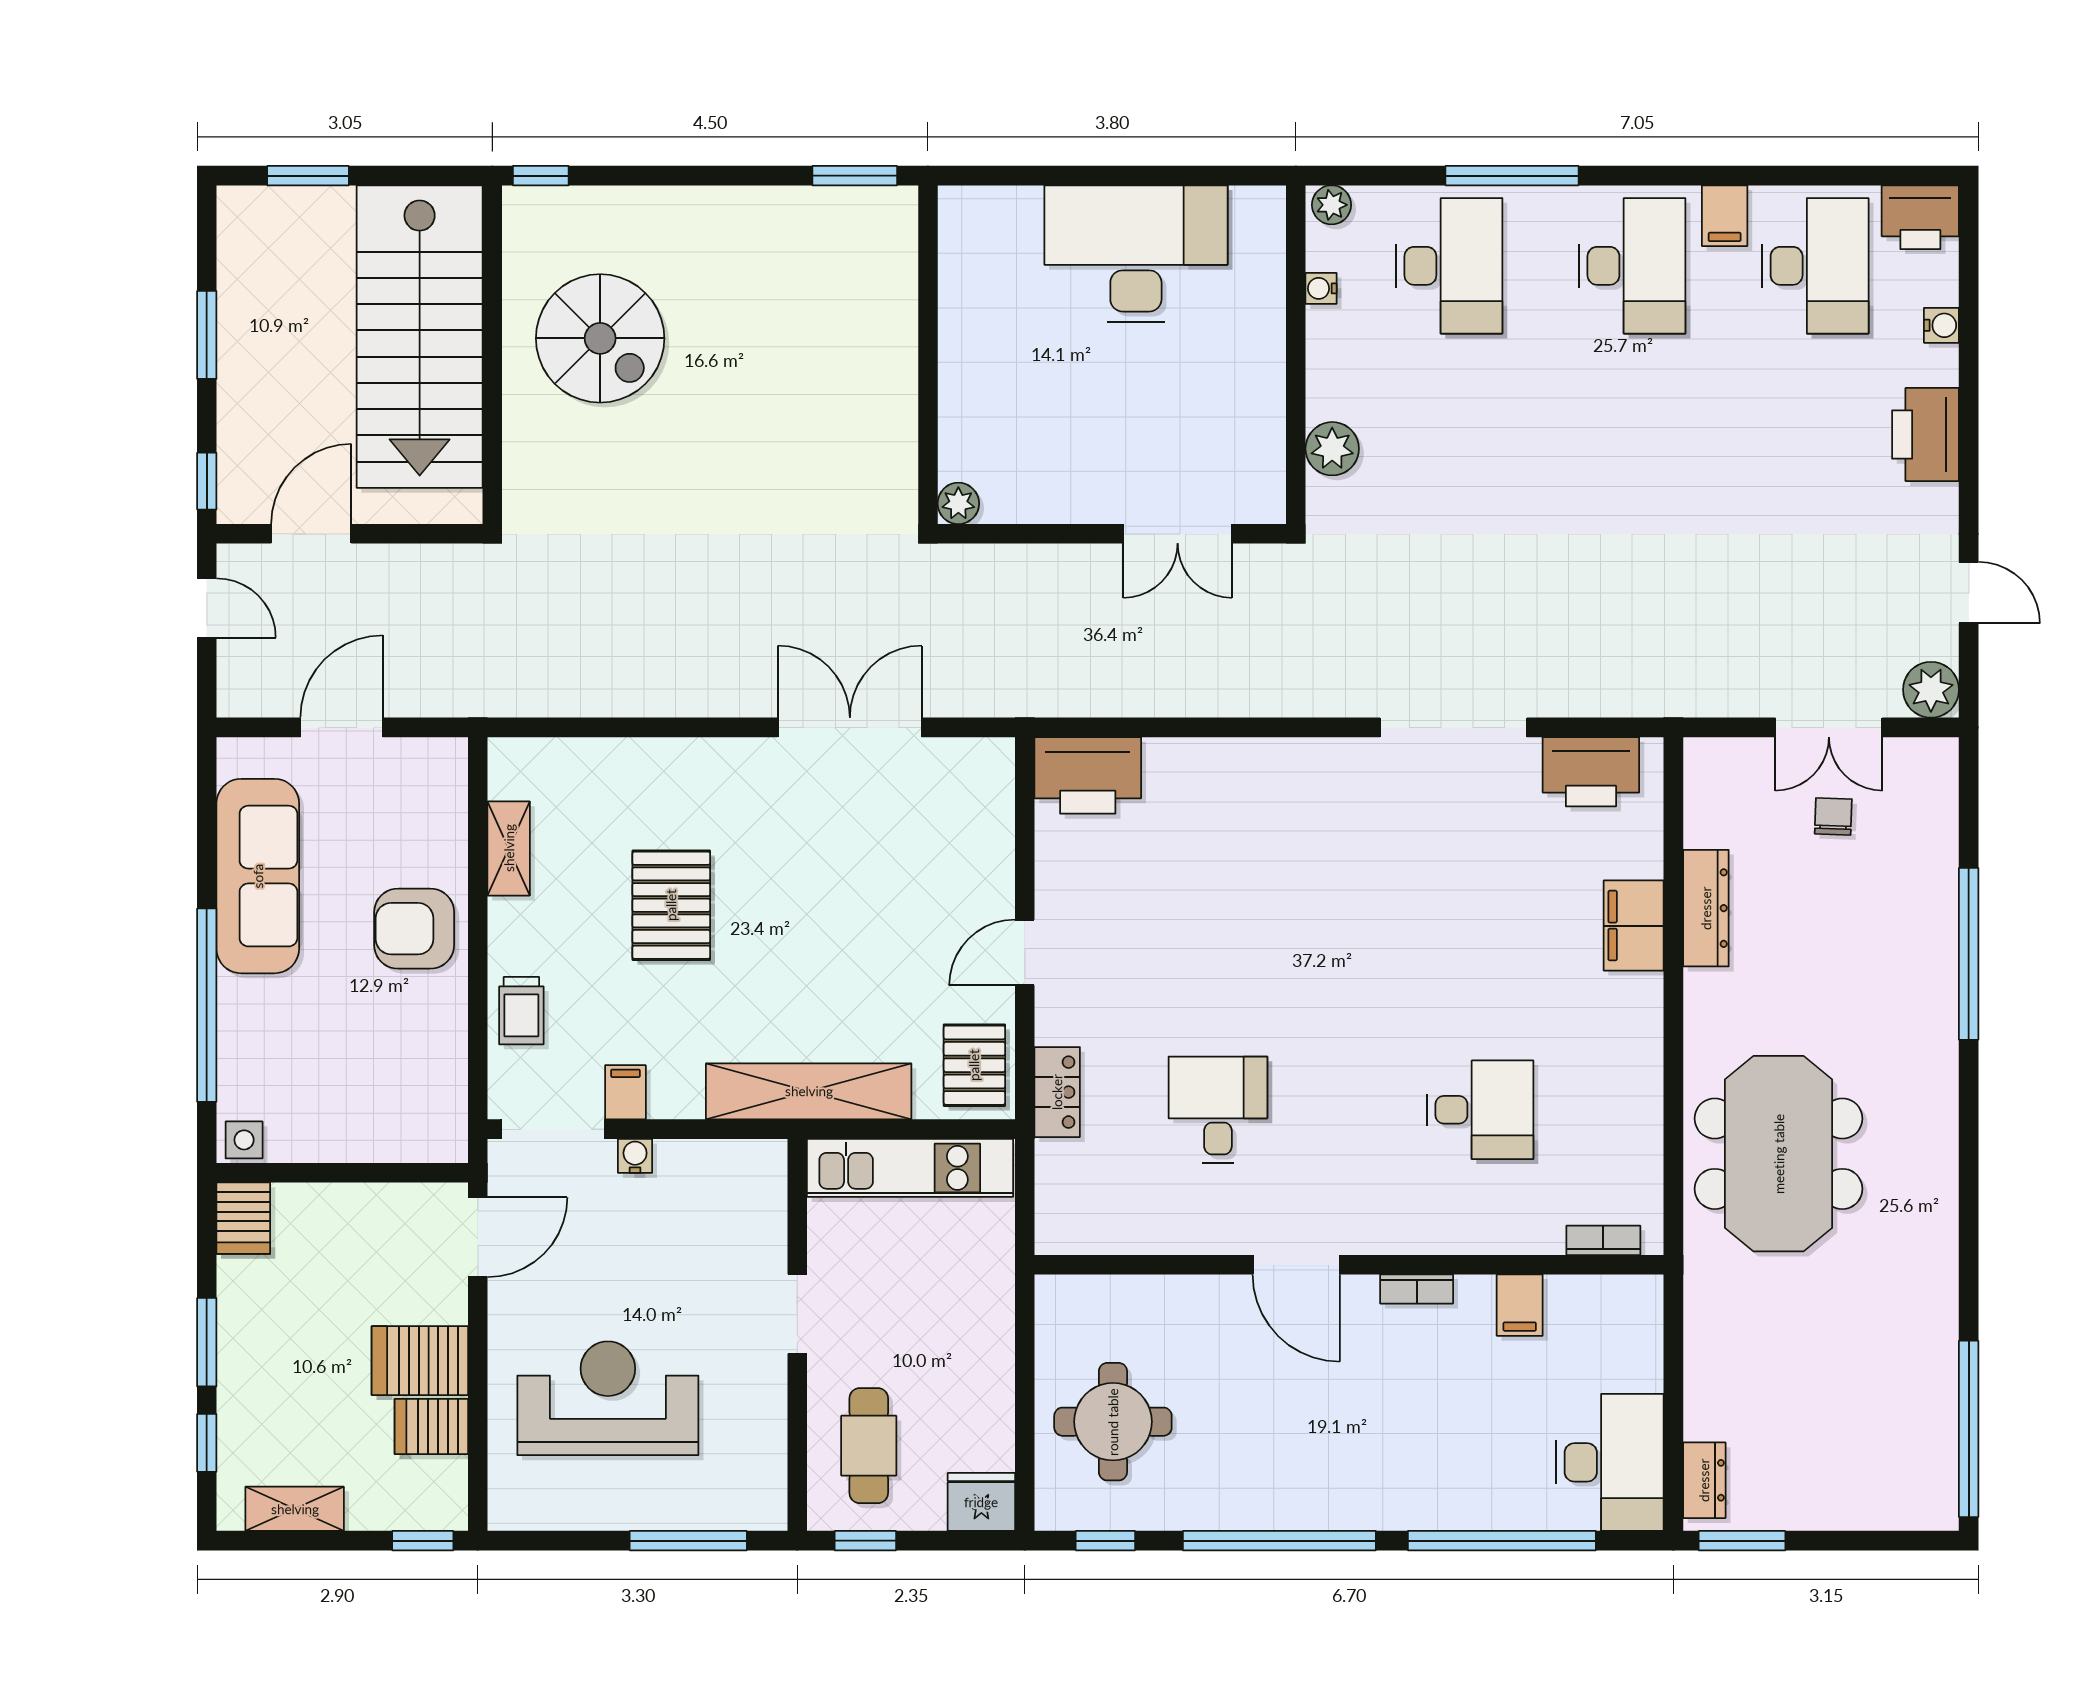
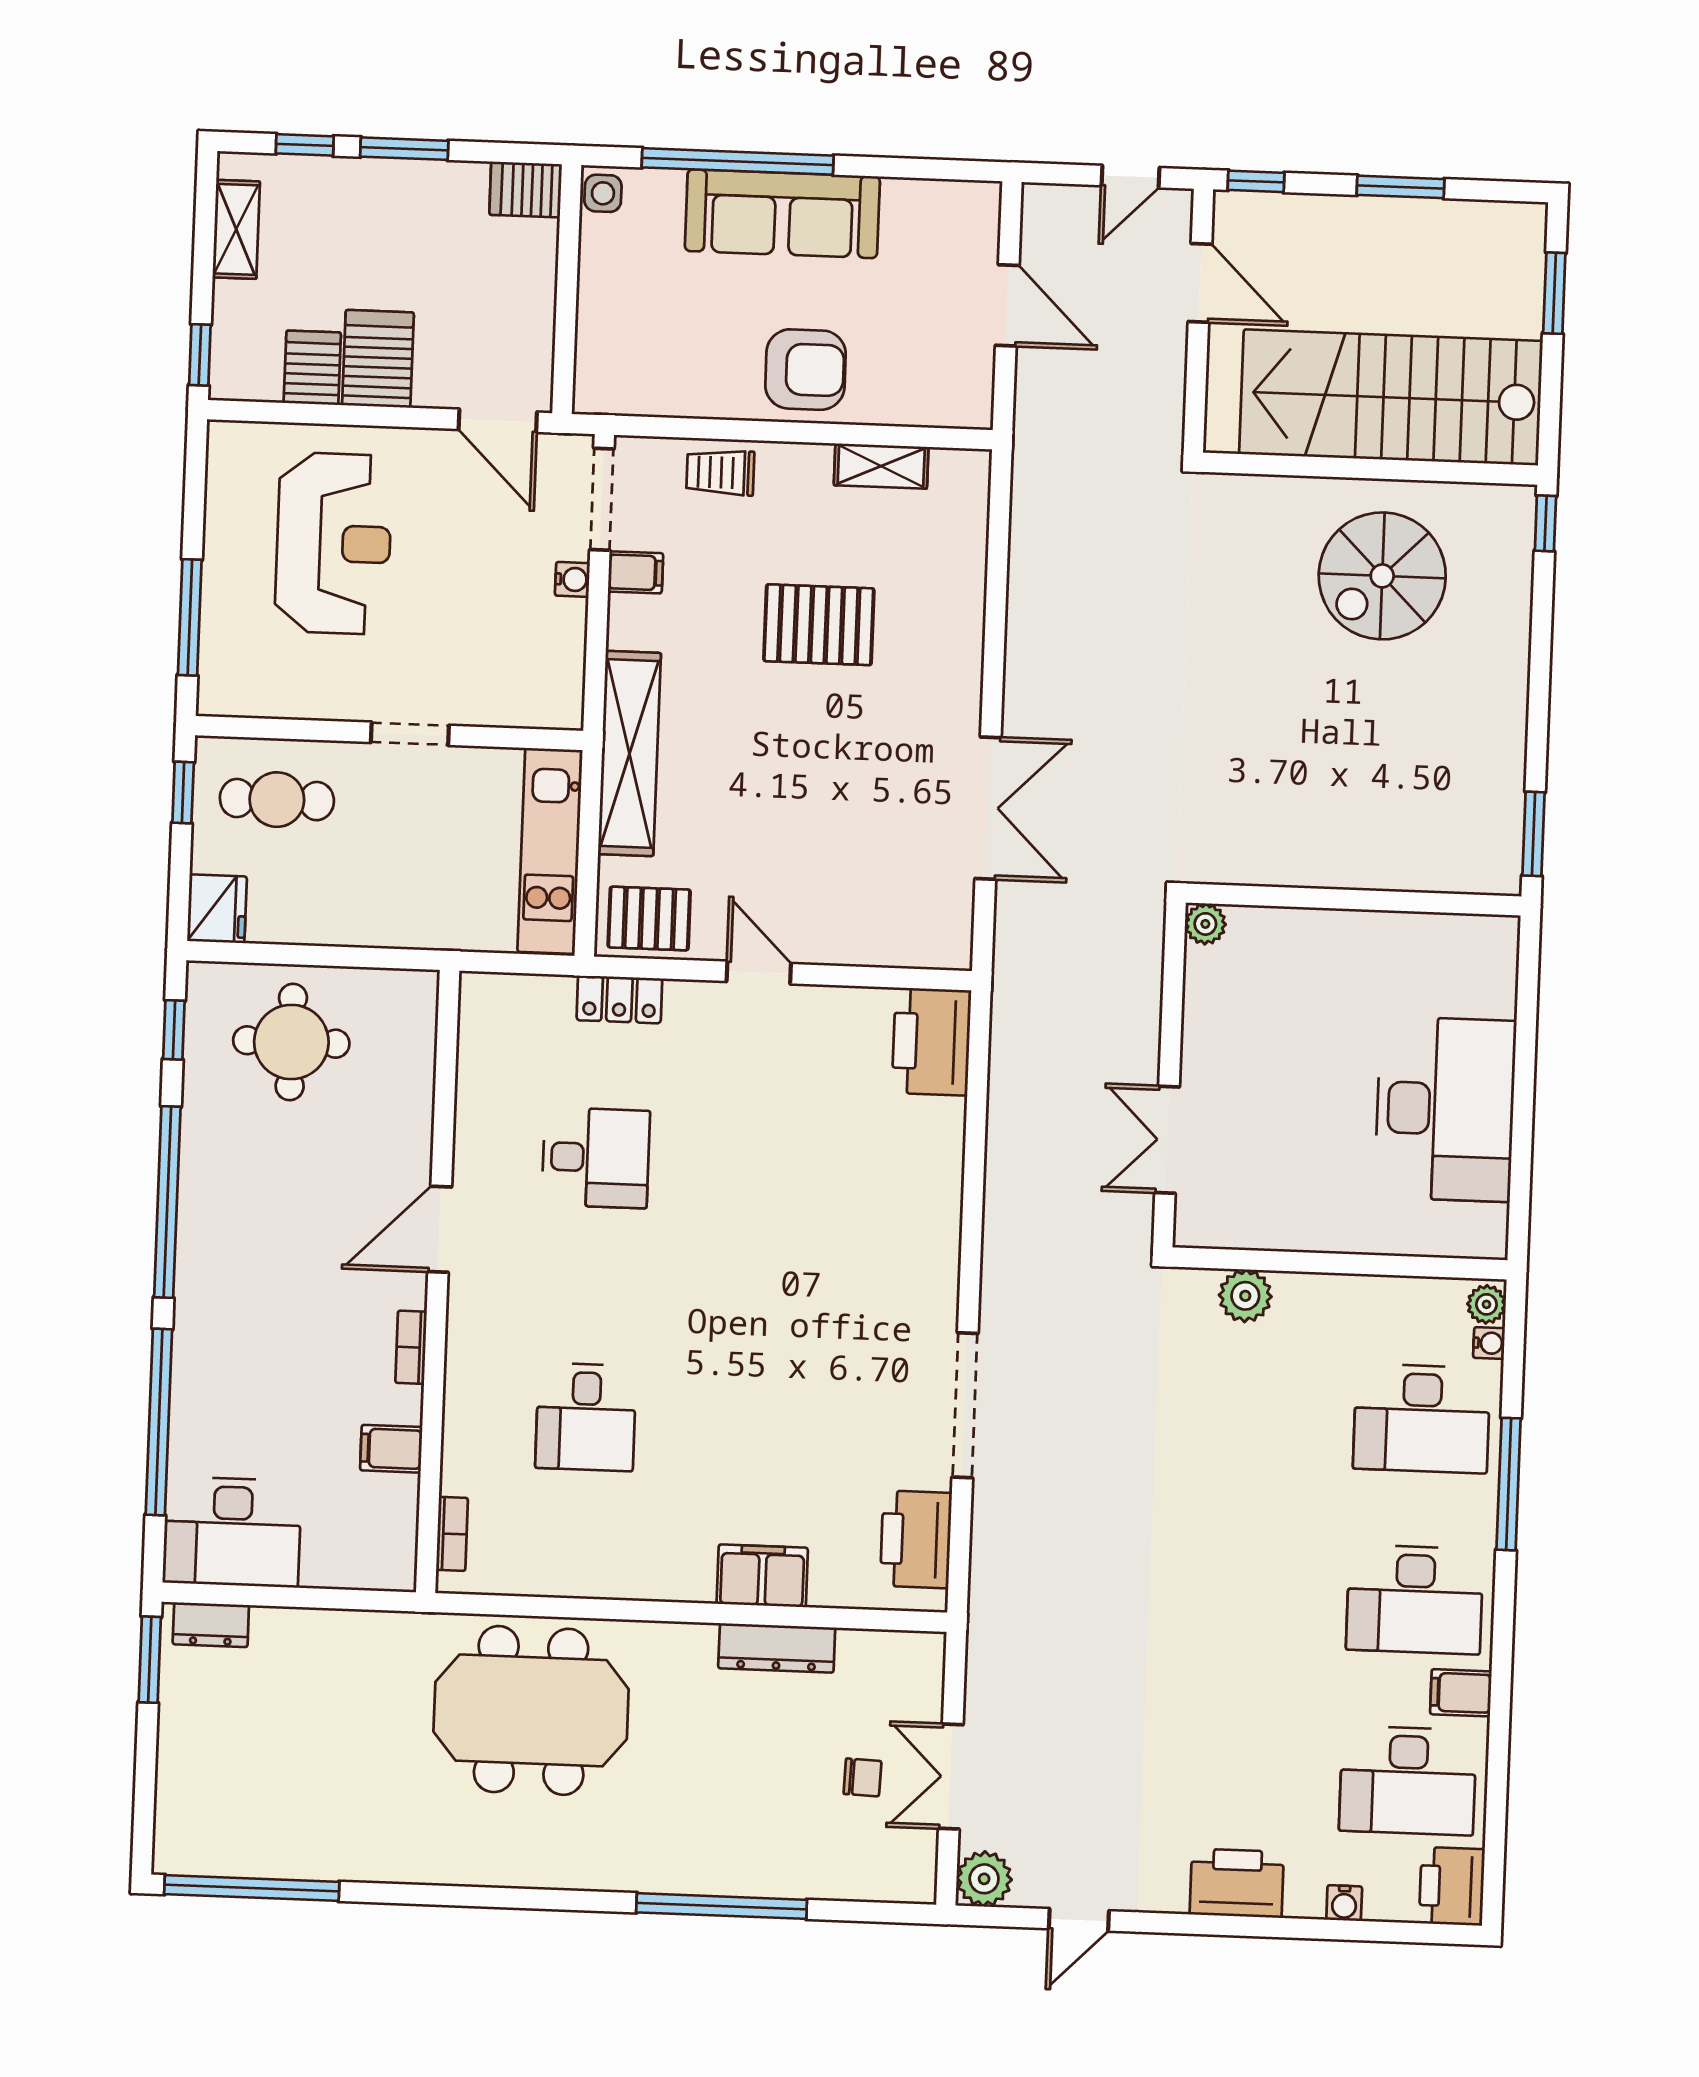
water cooler: (1321, 288) -> (1489, 1343), moved, turned 90
sofa: (258, 876) -> (782, 214), moved
armchair: (414, 929) -> (805, 370), turned 90

